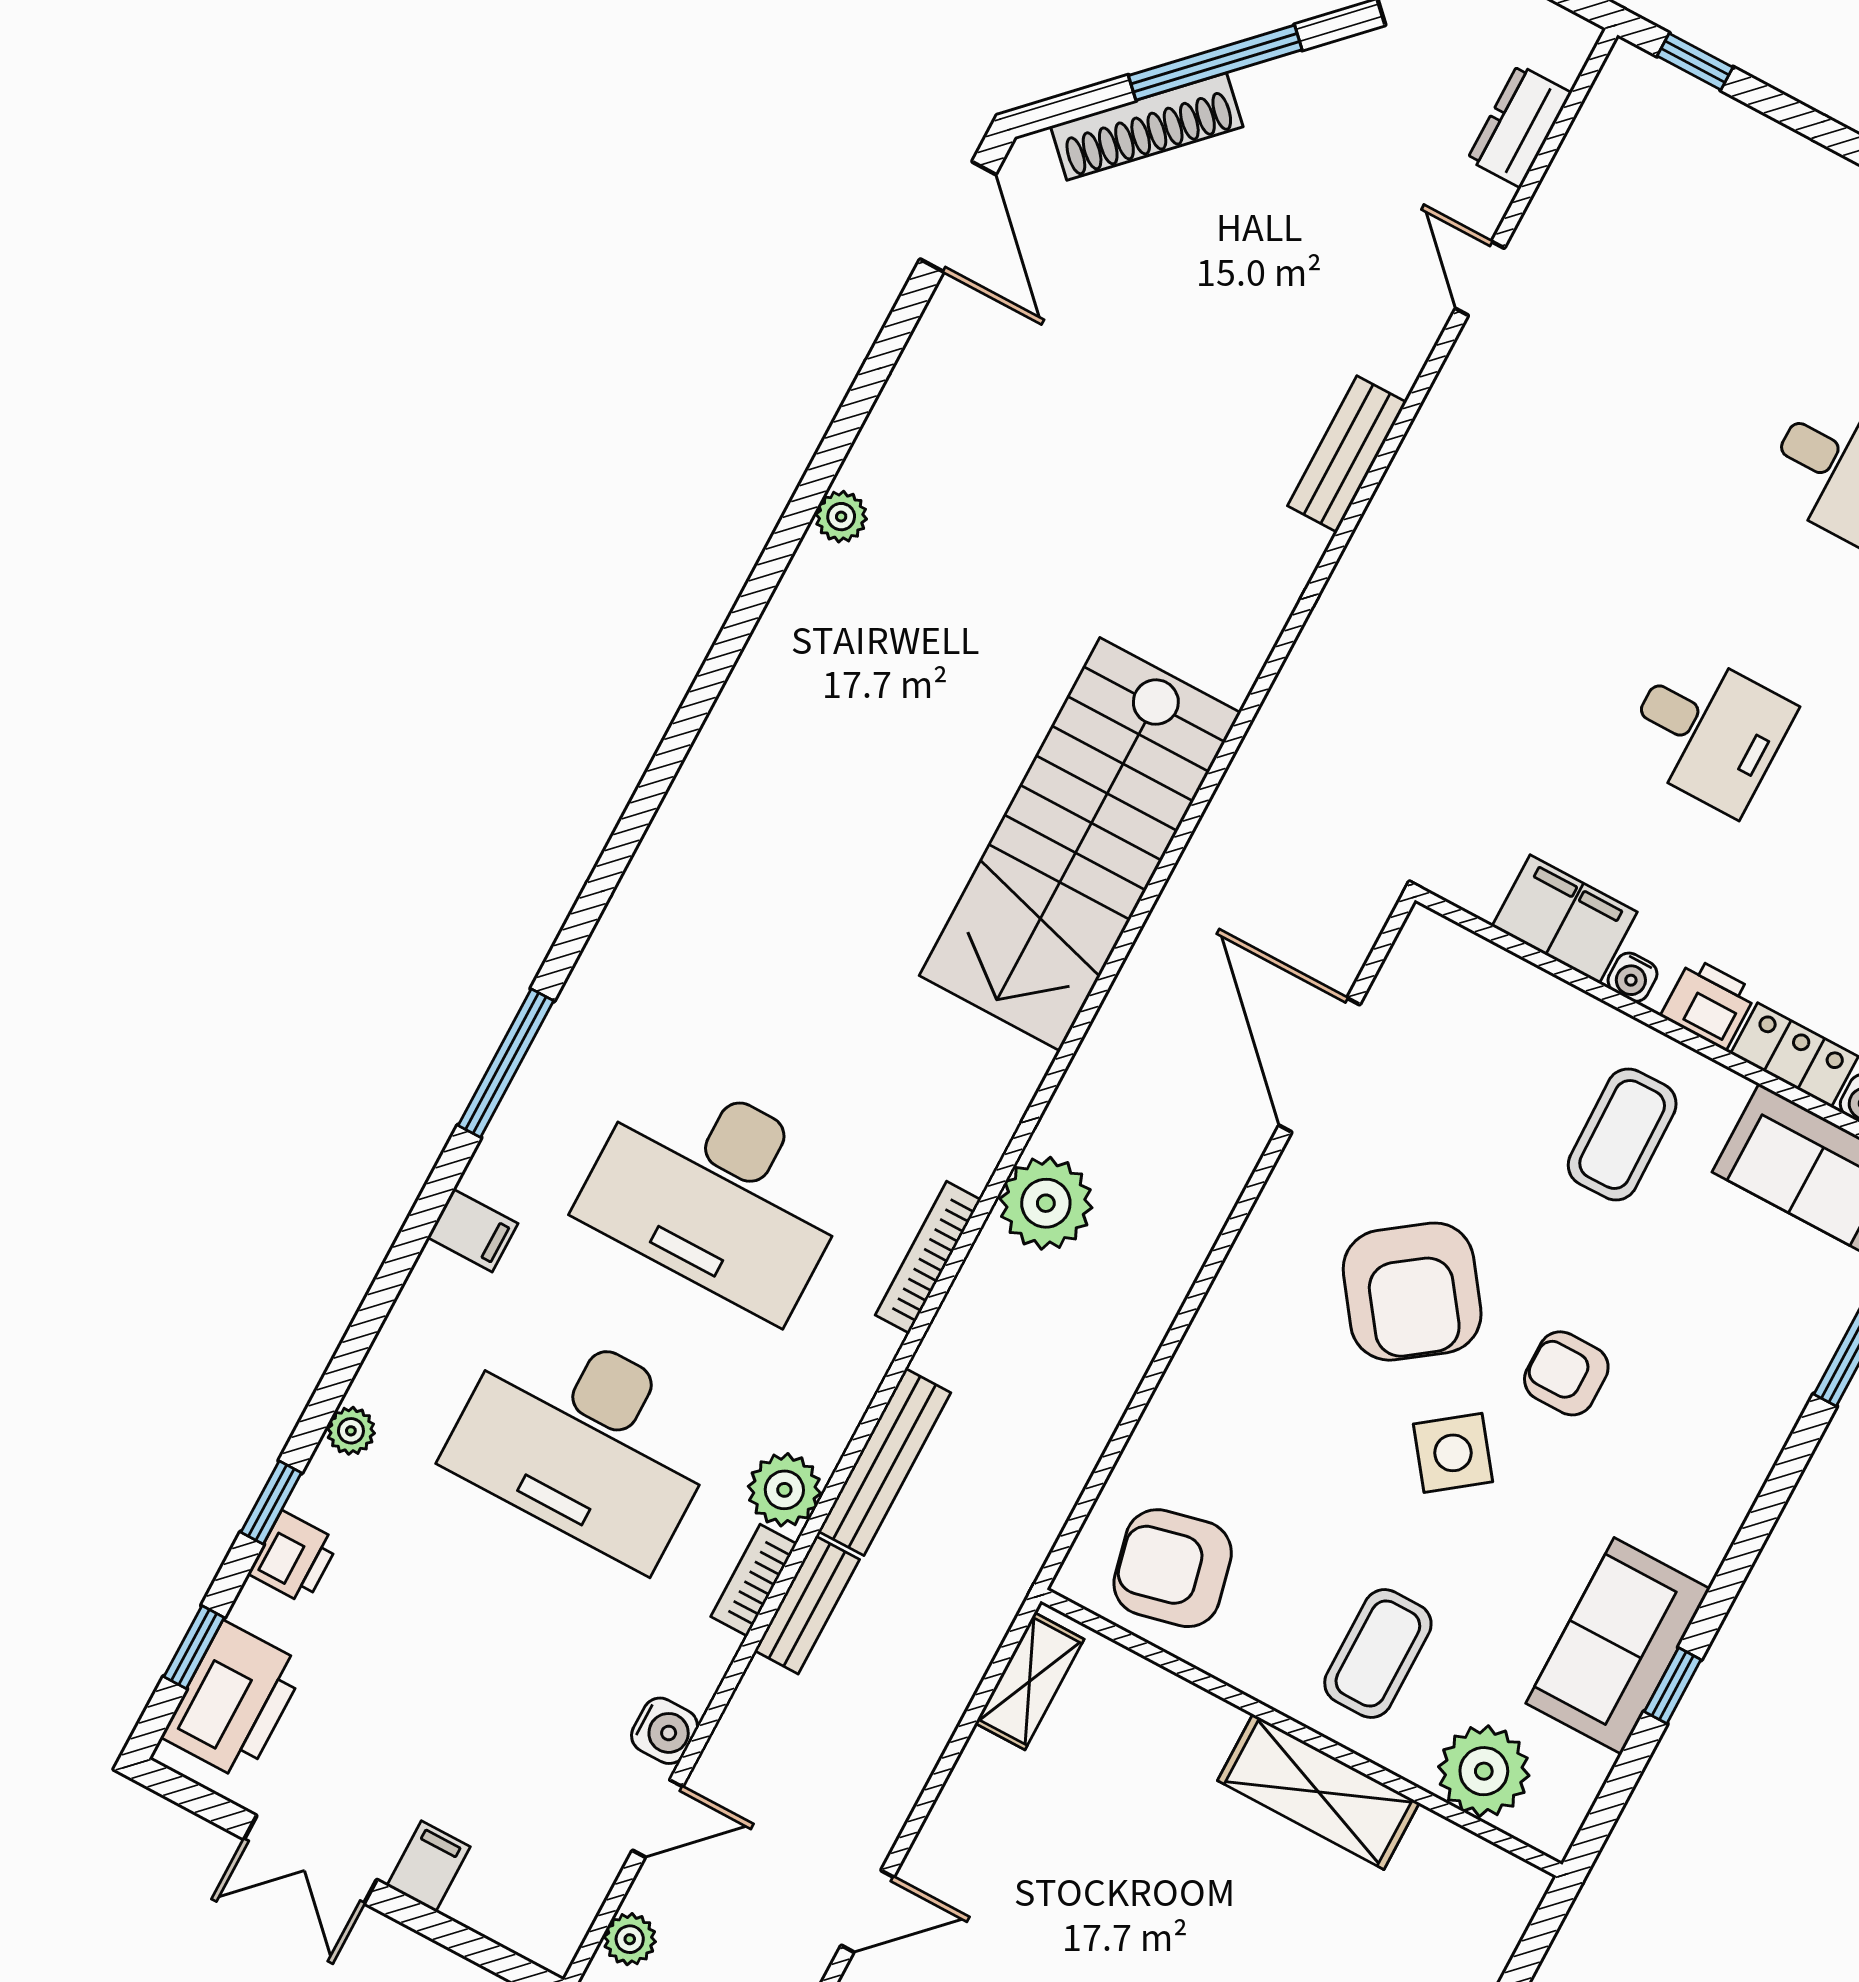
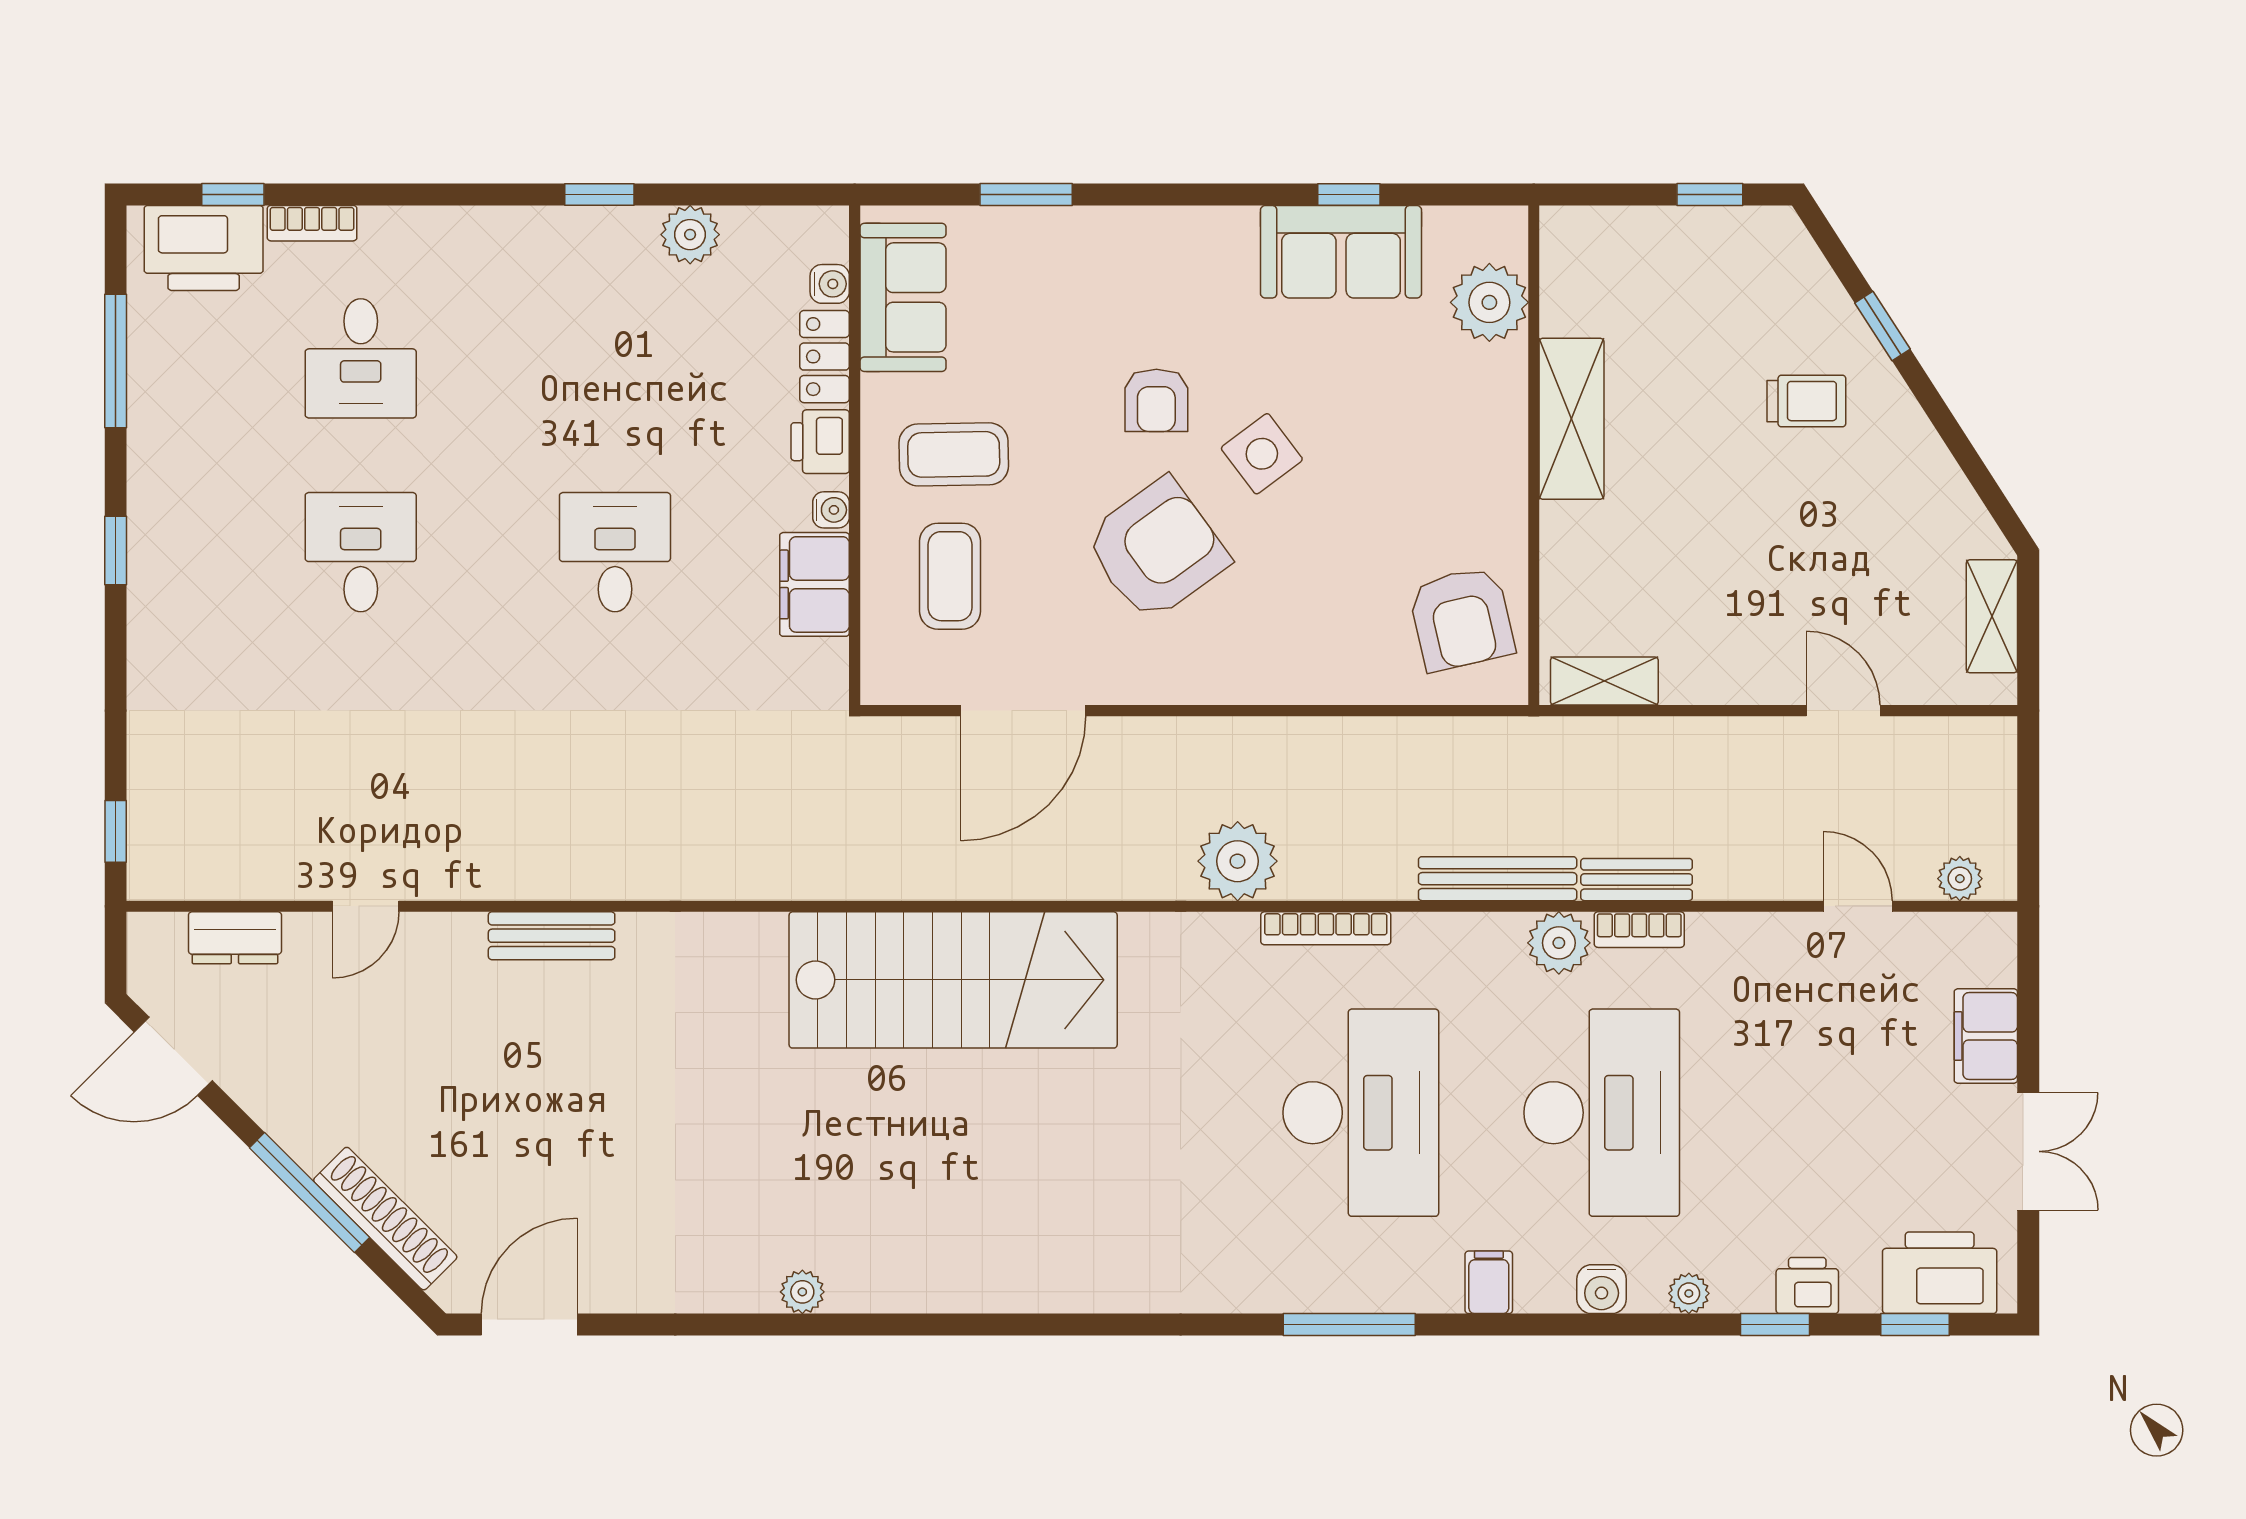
coffee table: (1378, 1653) -> (950, 576), moved, turned 90
water cooler: (665, 1731) -> (1602, 1289), moved, turned 180
filing cabinet: (429, 1866) -> (1986, 1036), width x2.00

